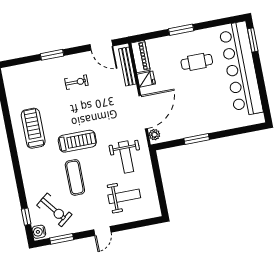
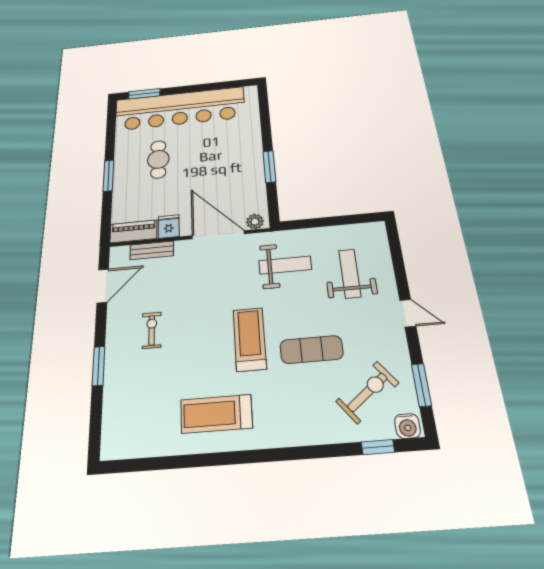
bench: (127, 66) -> (152, 250), width x0.73

